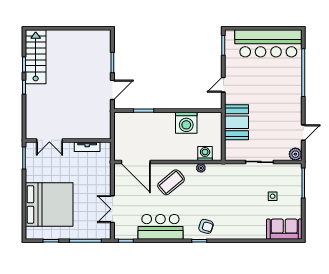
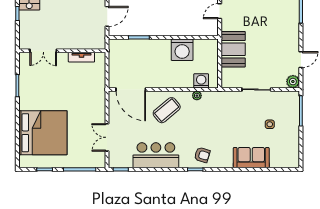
double door: (49, 140) -> (43, 51), moved
wall: (68, 140) -> (62, 51), moved
tv unit: (87, 147) -> (81, 57), moved
sofa: (284, 229) -> (251, 158), moved

